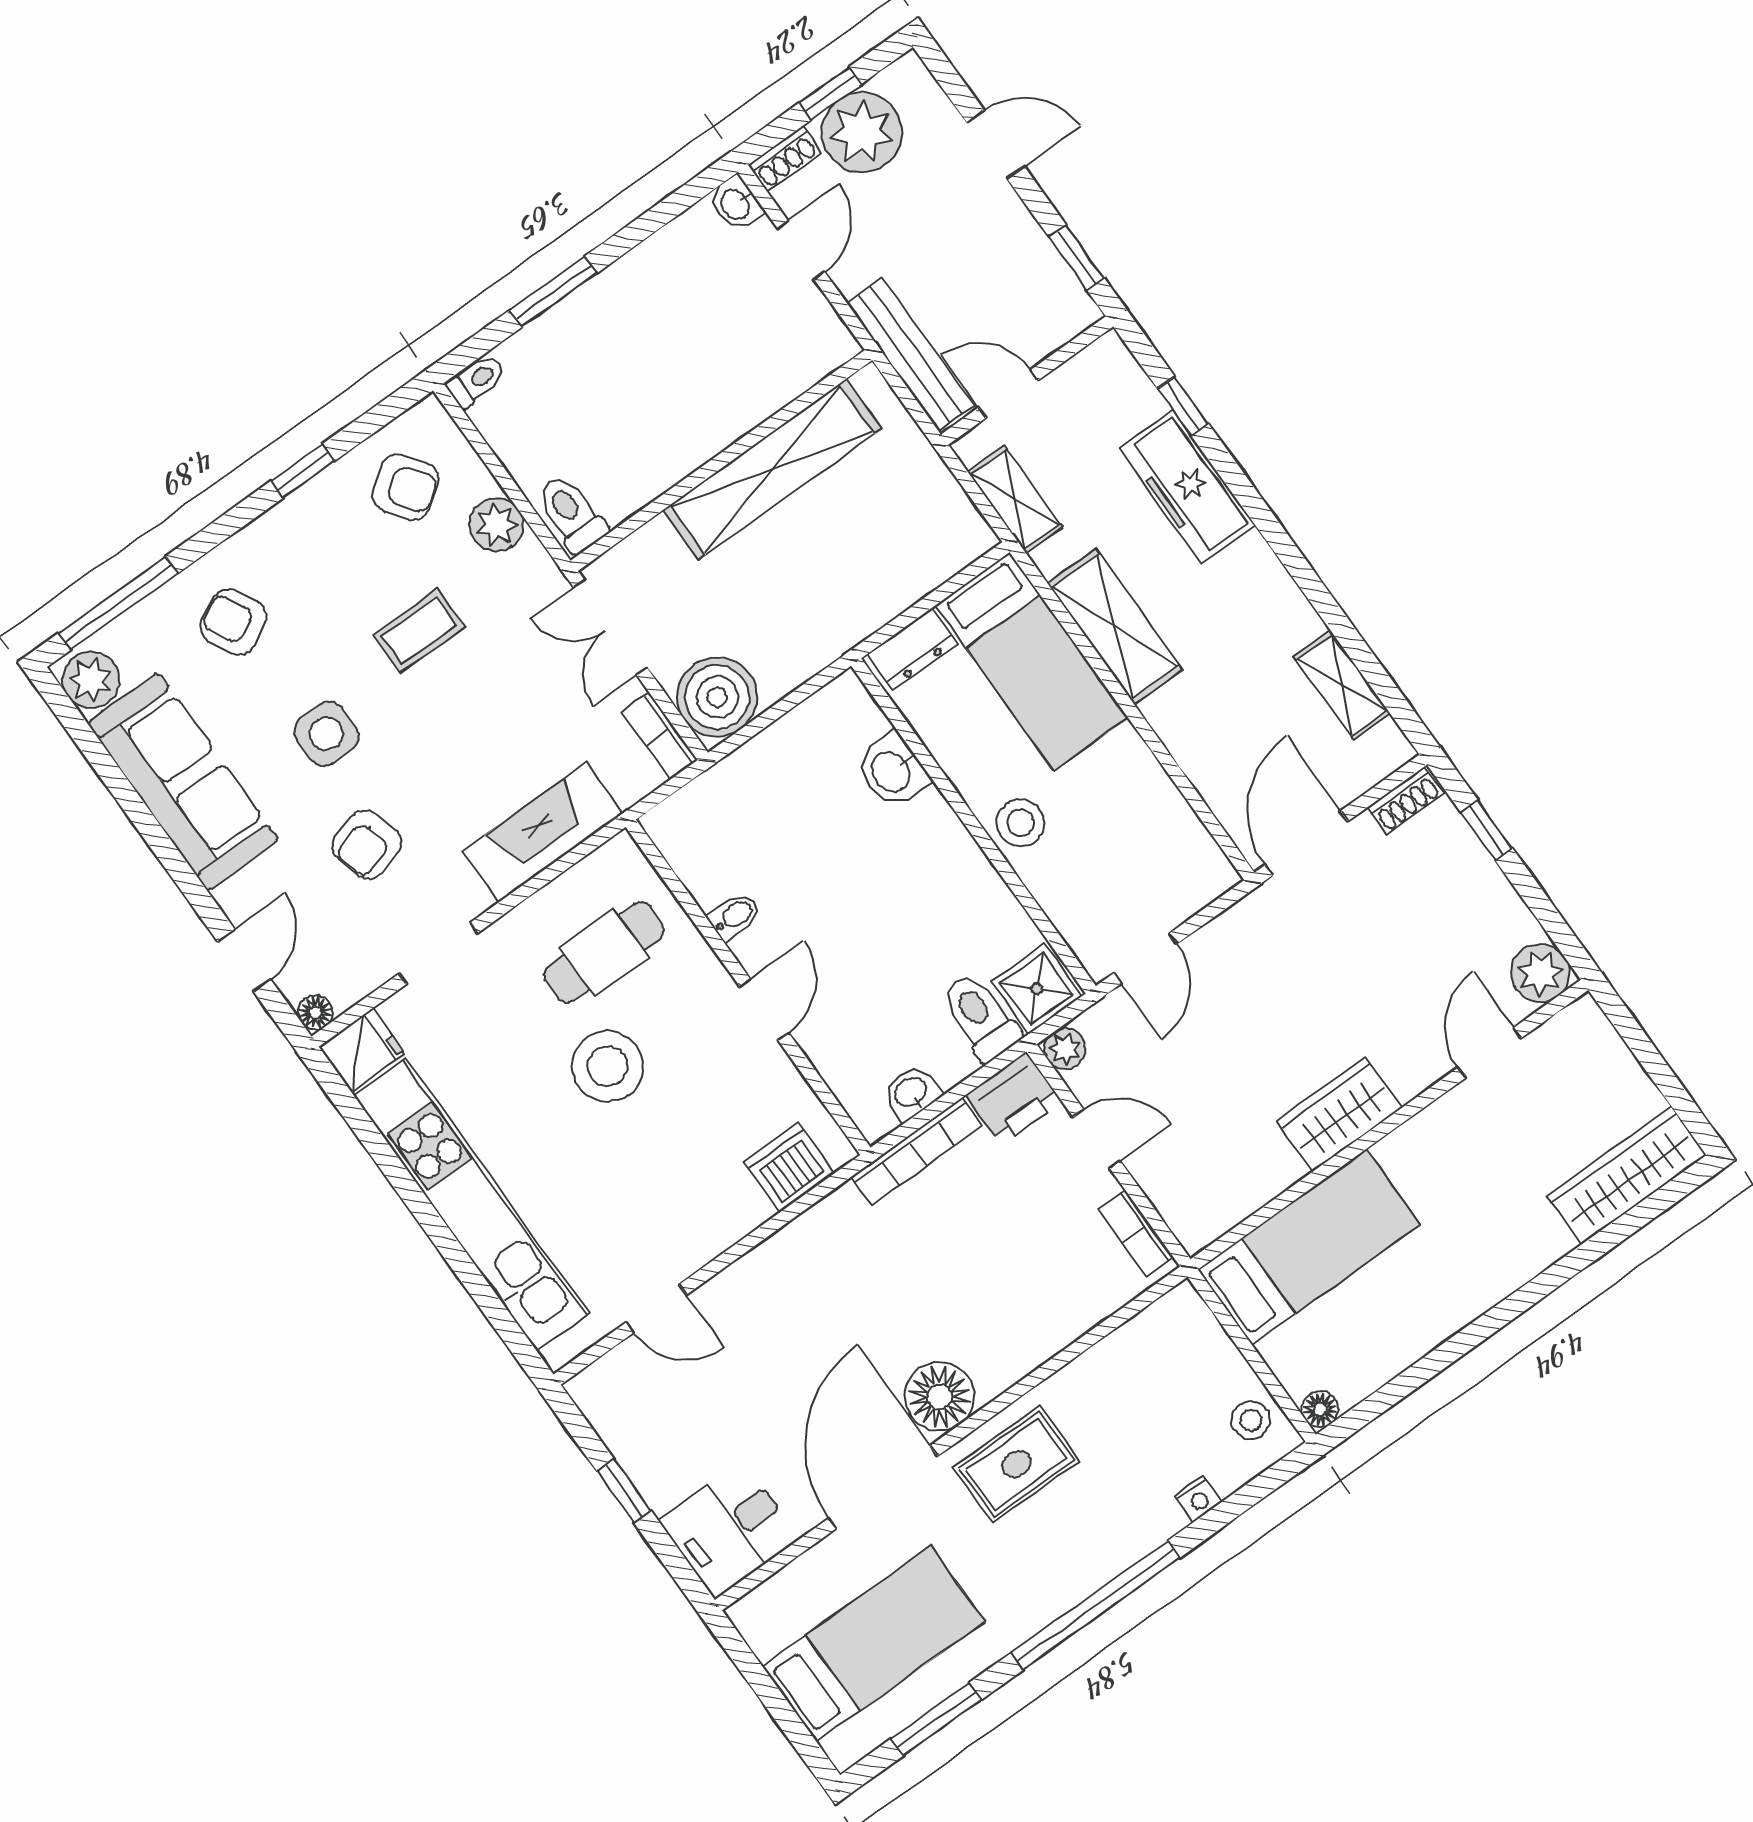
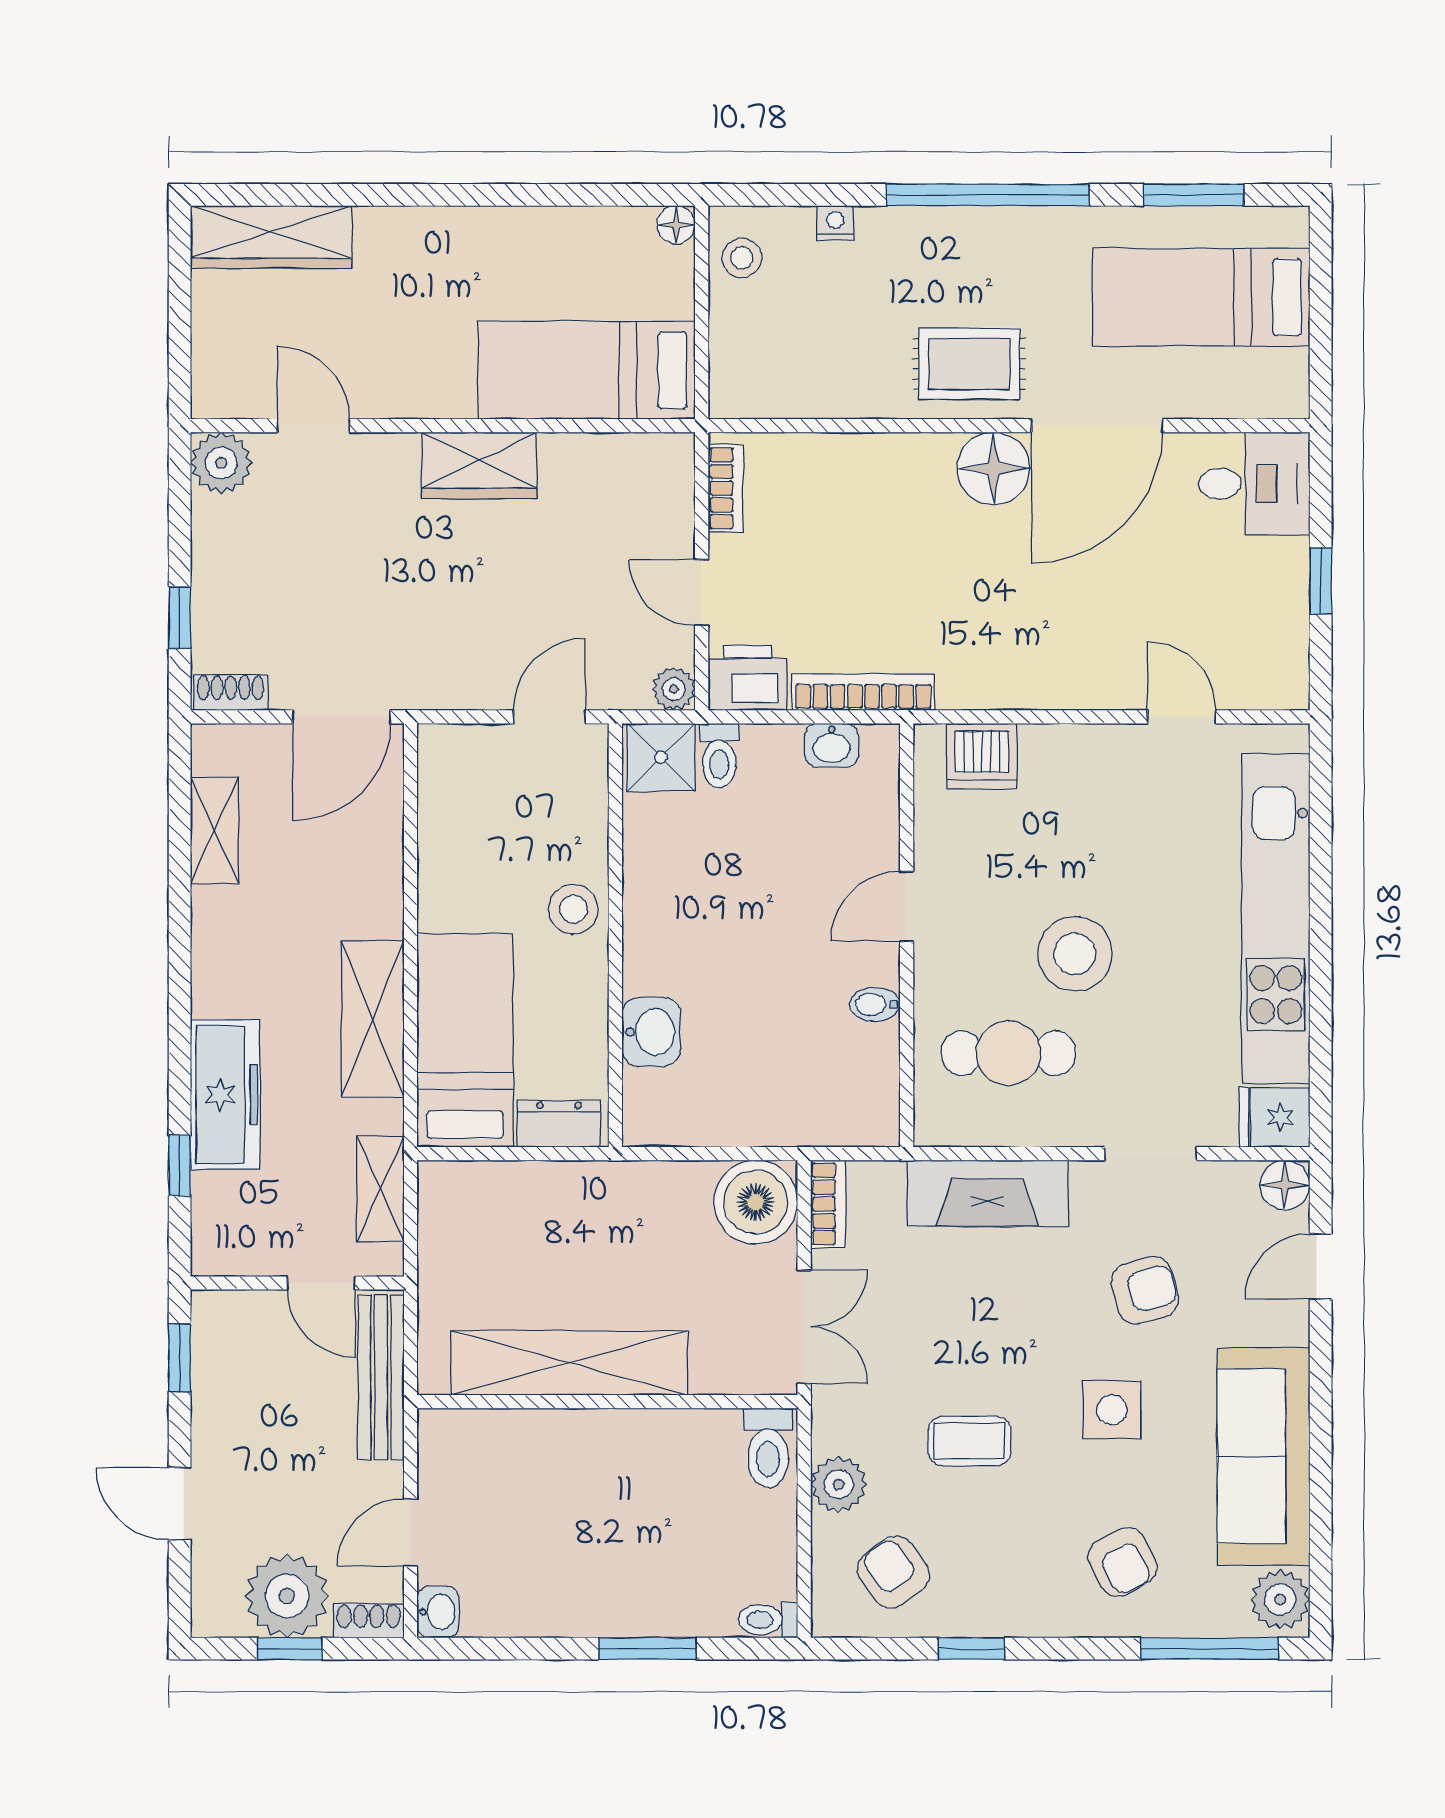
floor lamp: (315, 1013) -> (1285, 1185), width x1.37, depth x1.37
toilet: (980, 1017) -> (719, 755), width x0.73, depth x0.72
door: (1489, 1053) -> (314, 426), swing flipped

